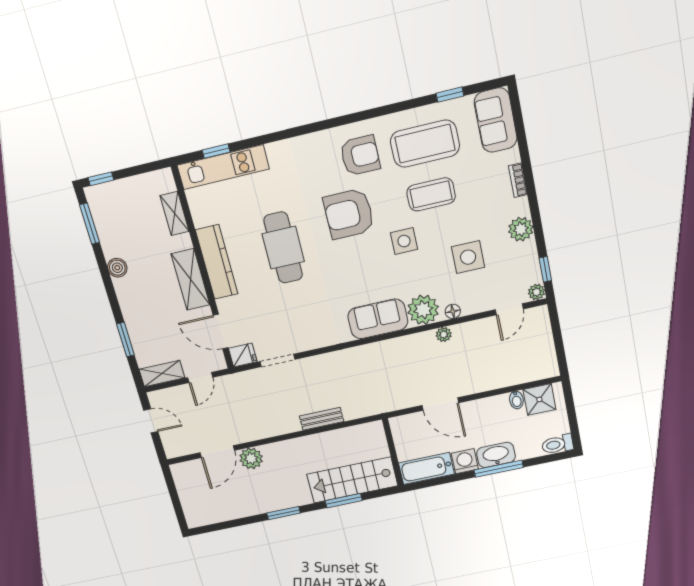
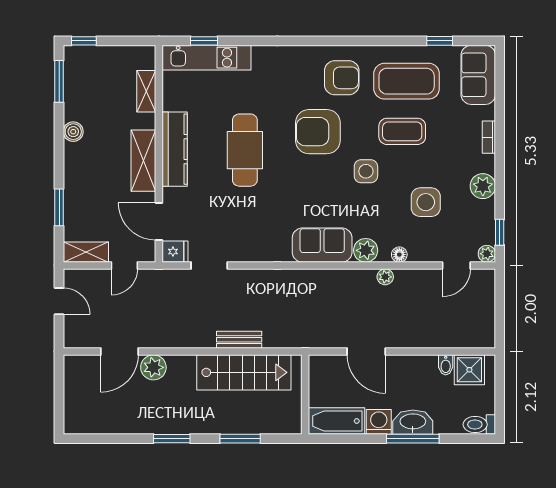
plant: (423, 310) -> (366, 250), width x0.73, depth x0.73
stairs: (352, 480) -> (244, 372), moved, turned 180

